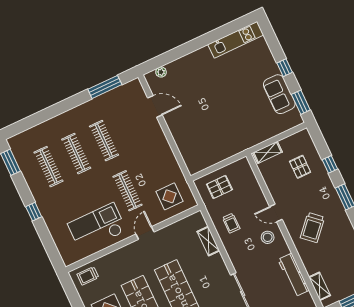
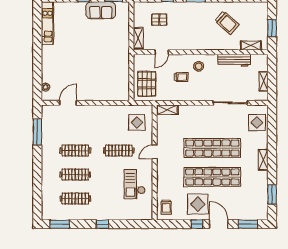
pallet: (219, 187) -> (147, 84), width x1.50, depth x1.42
door: (276, 213) -> (162, 52), moved
trolley: (231, 223) -> (181, 77), moved
checkout: (97, 227) -> (135, 184), width x0.73, depth x0.83
trolley: (312, 228) -> (227, 23), moved
door: (145, 233) -> (155, 152), hinge flipped
shelving: (208, 241) -> (167, 110), moved

